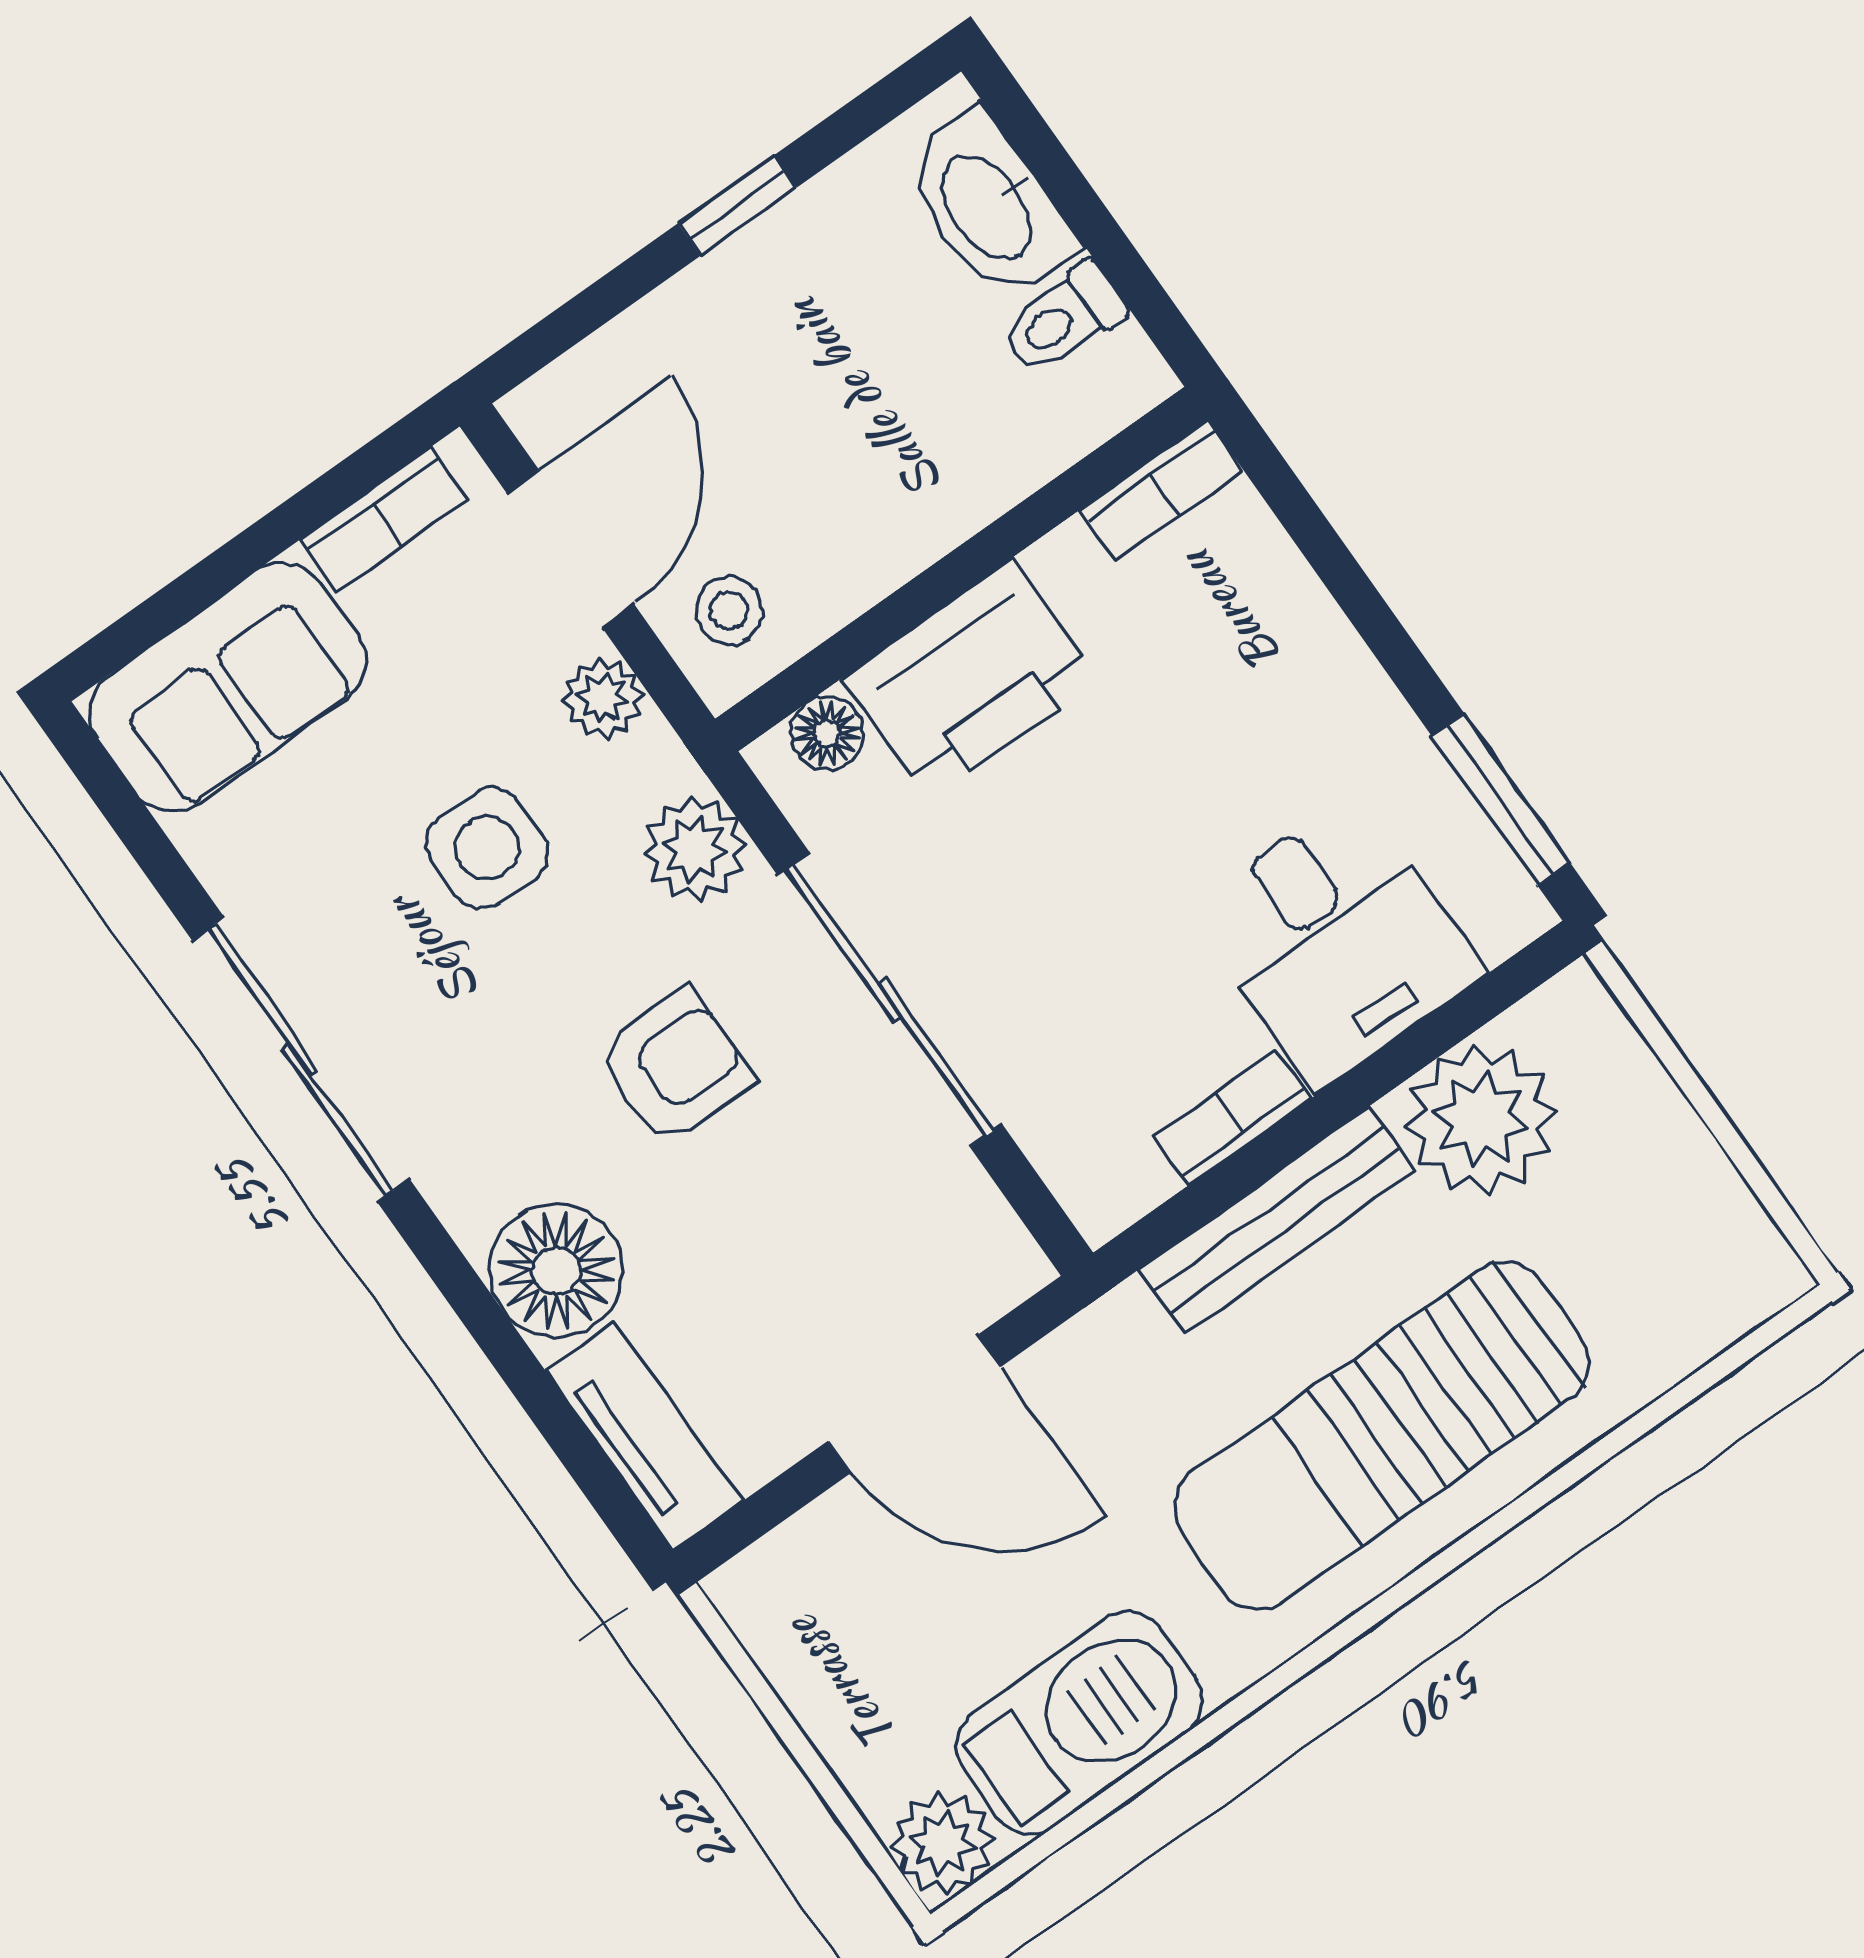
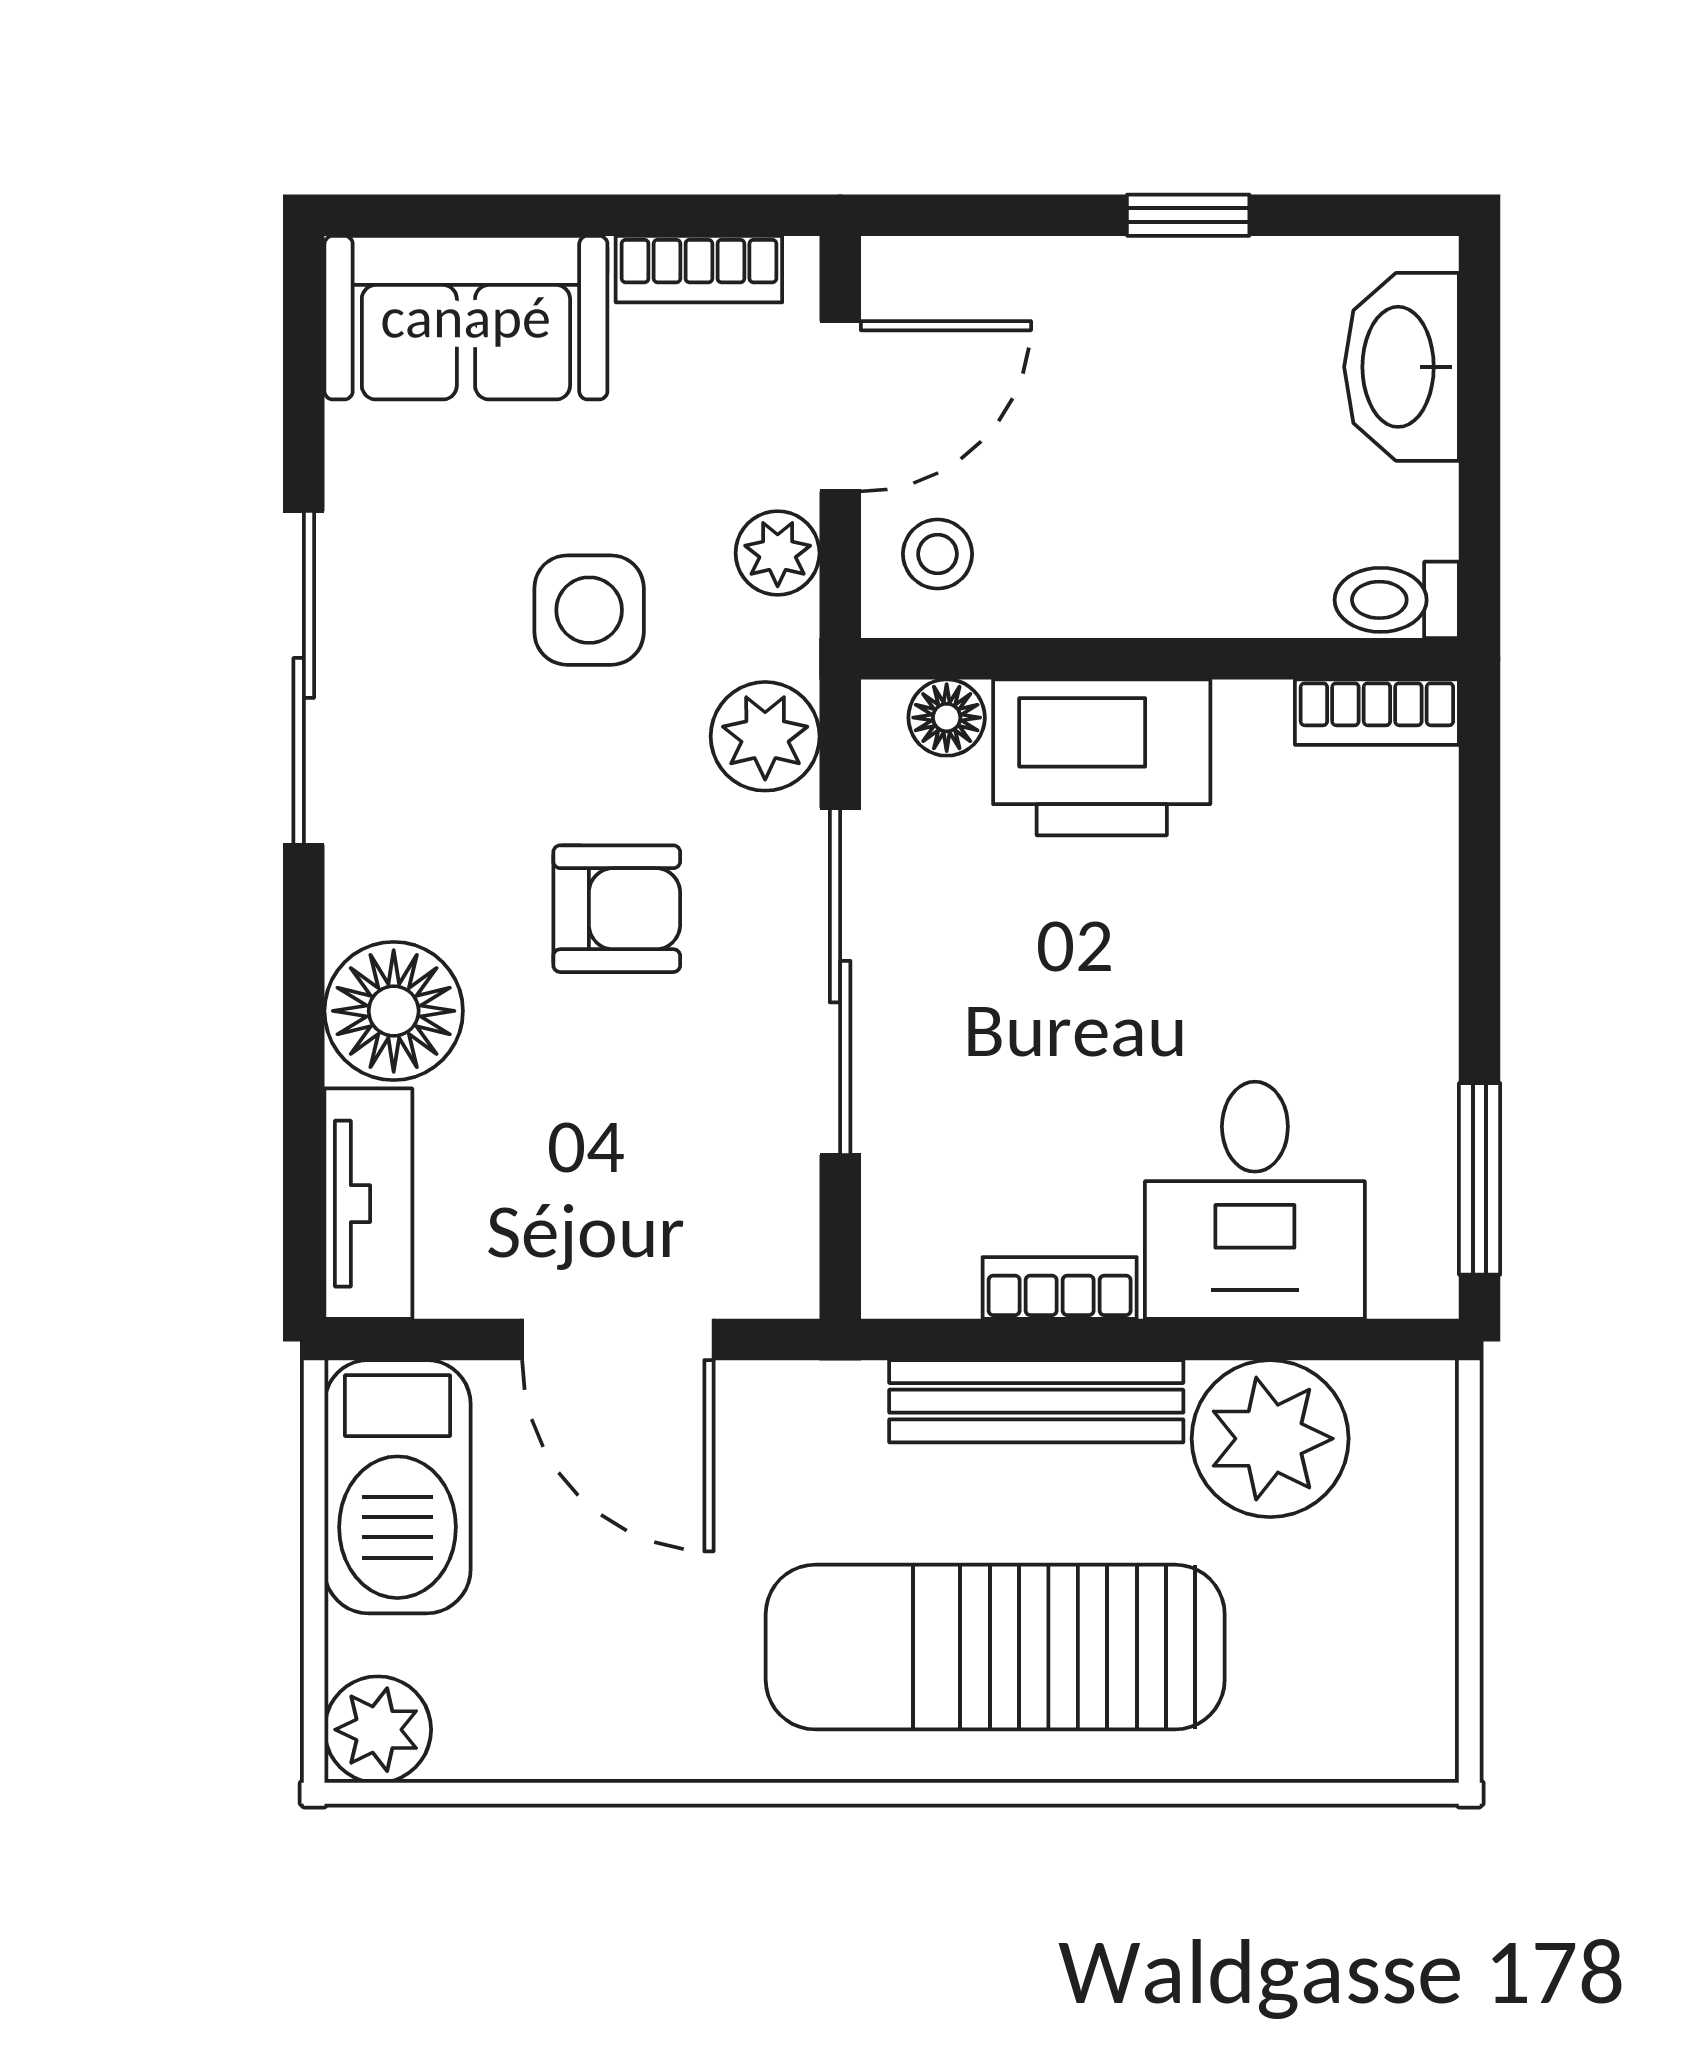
toilet: (1063, 319) -> (1397, 600), moved
barbecue: (1079, 1723) -> (397, 1487), moved, turned 90

